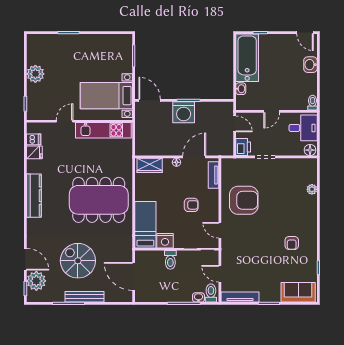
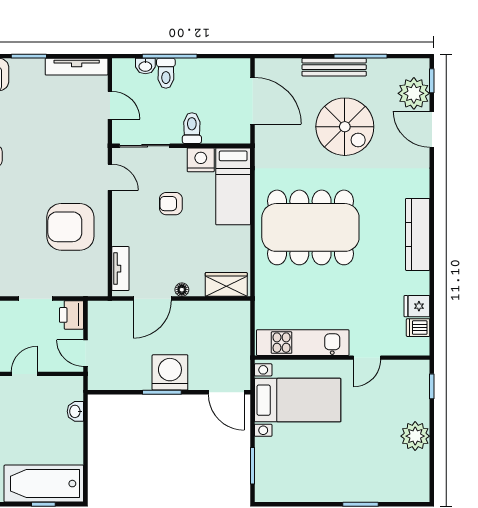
bathtub: (247, 58) -> (44, 484), moved, turned 90
armchair: (191, 205) -> (171, 204), moved
toilet: (211, 293) -> (166, 73), moved

